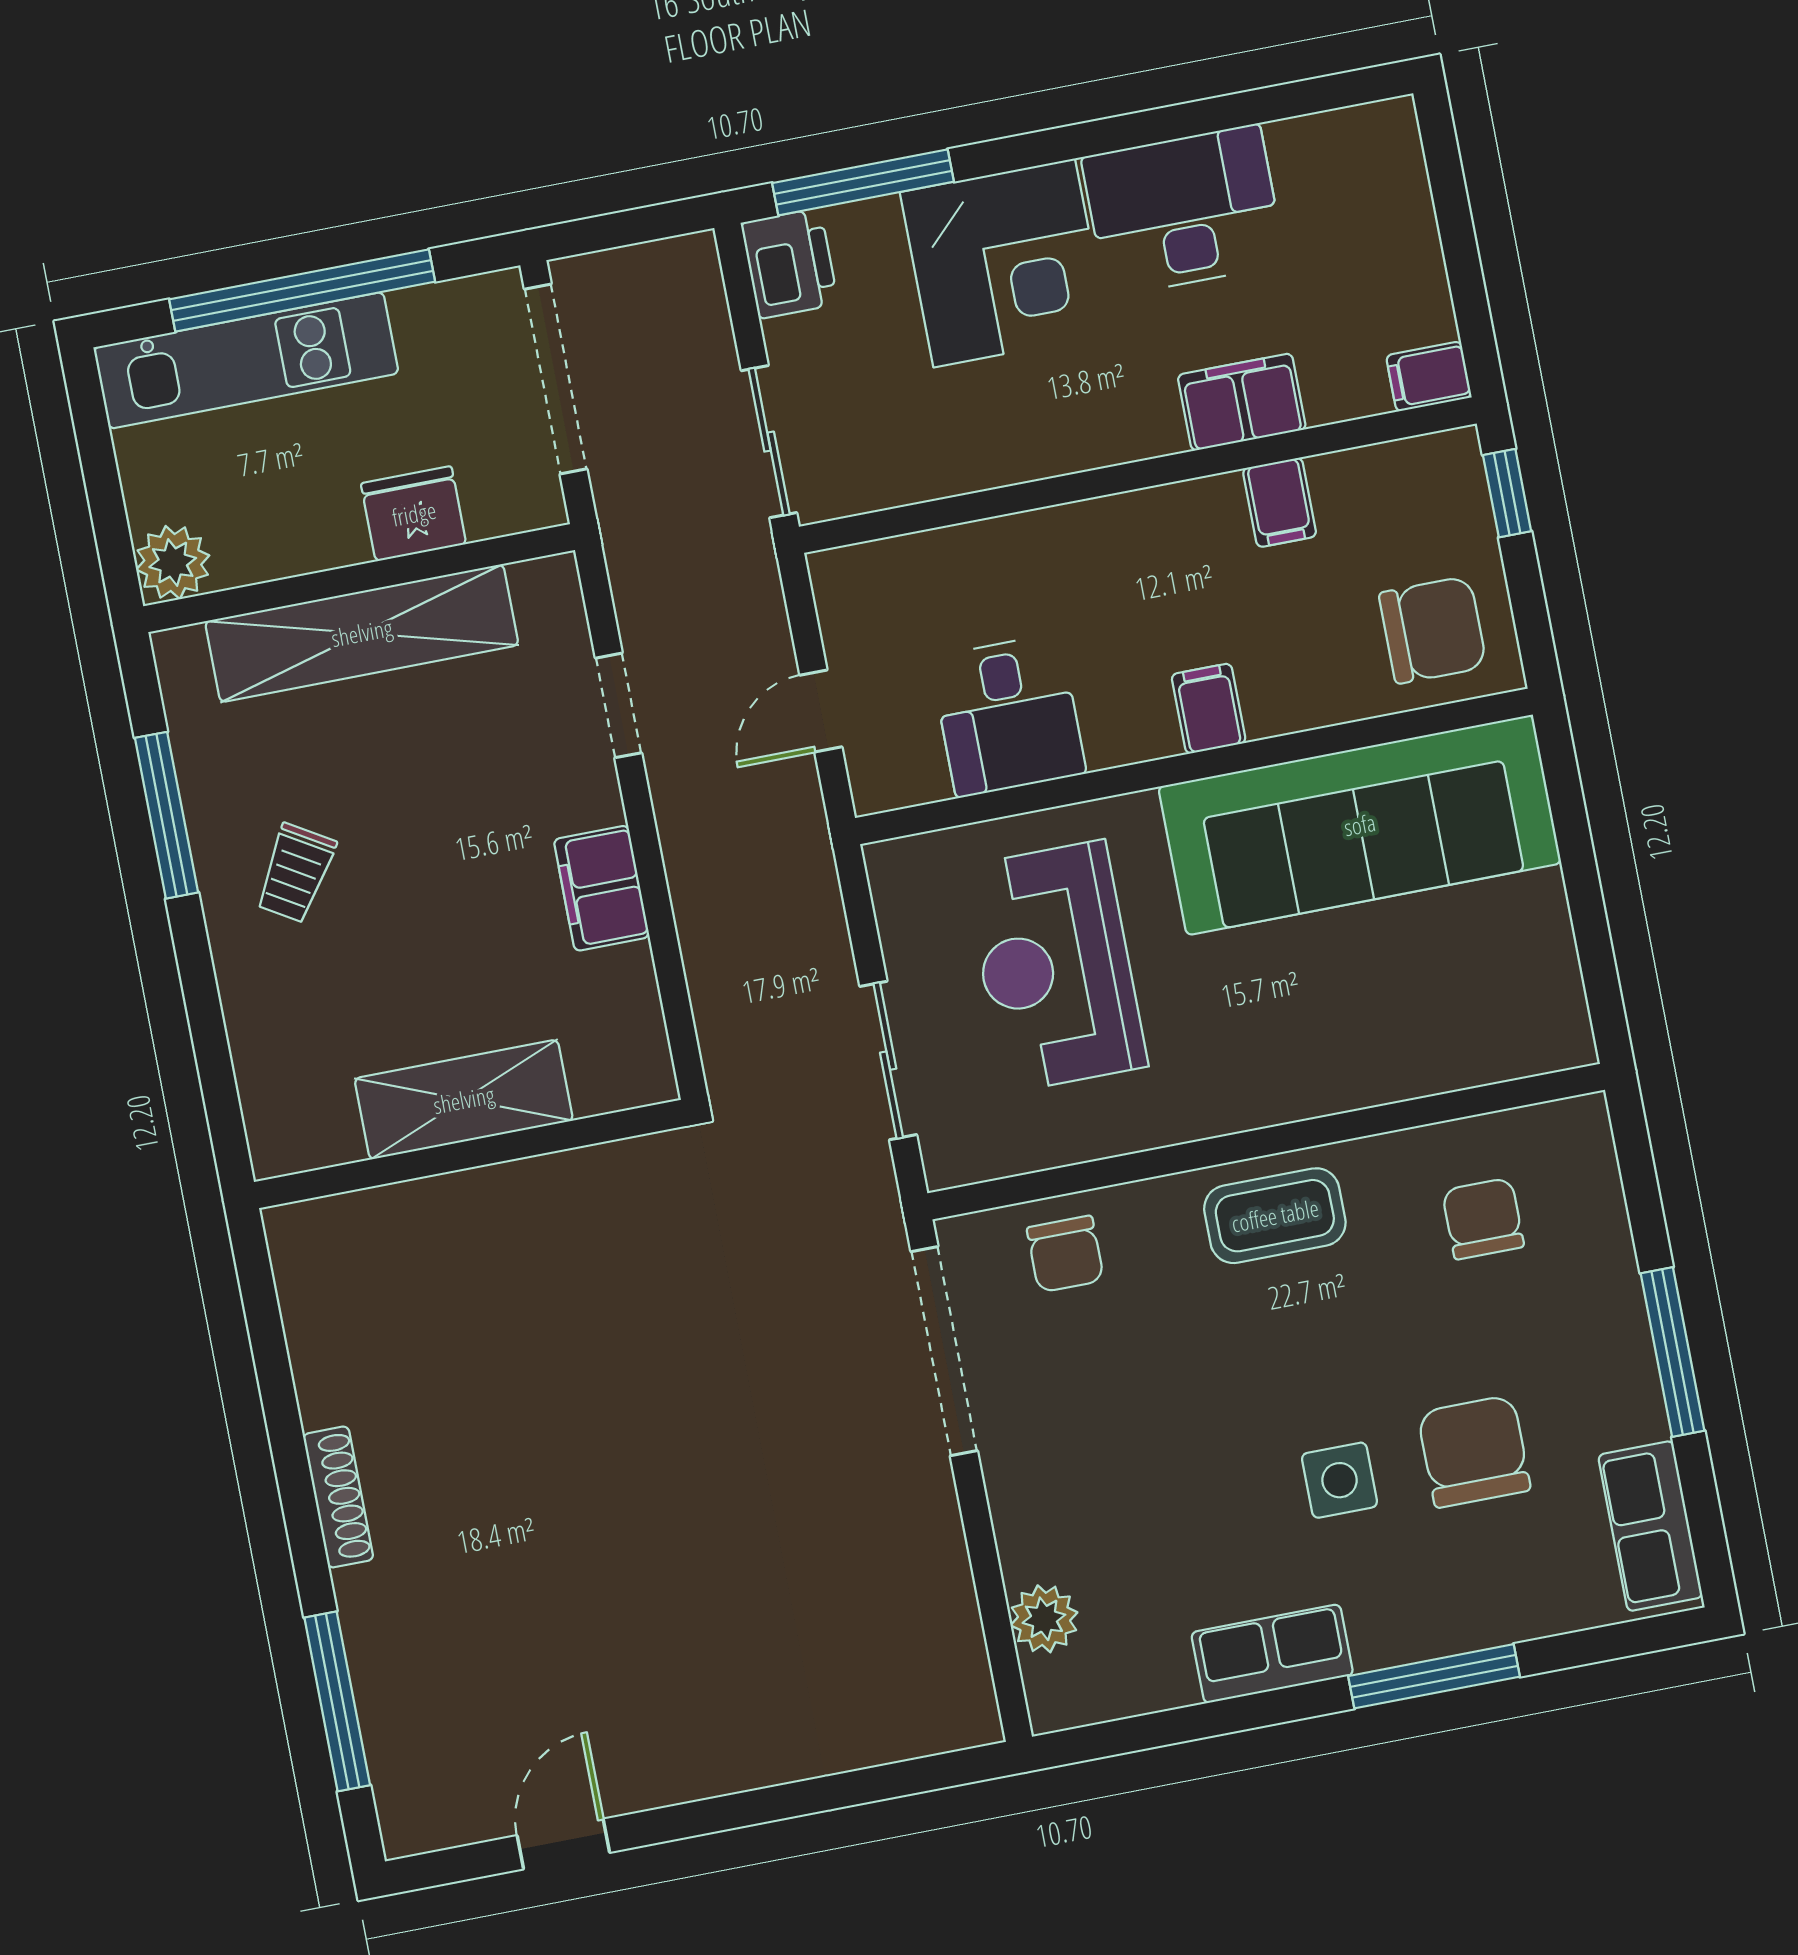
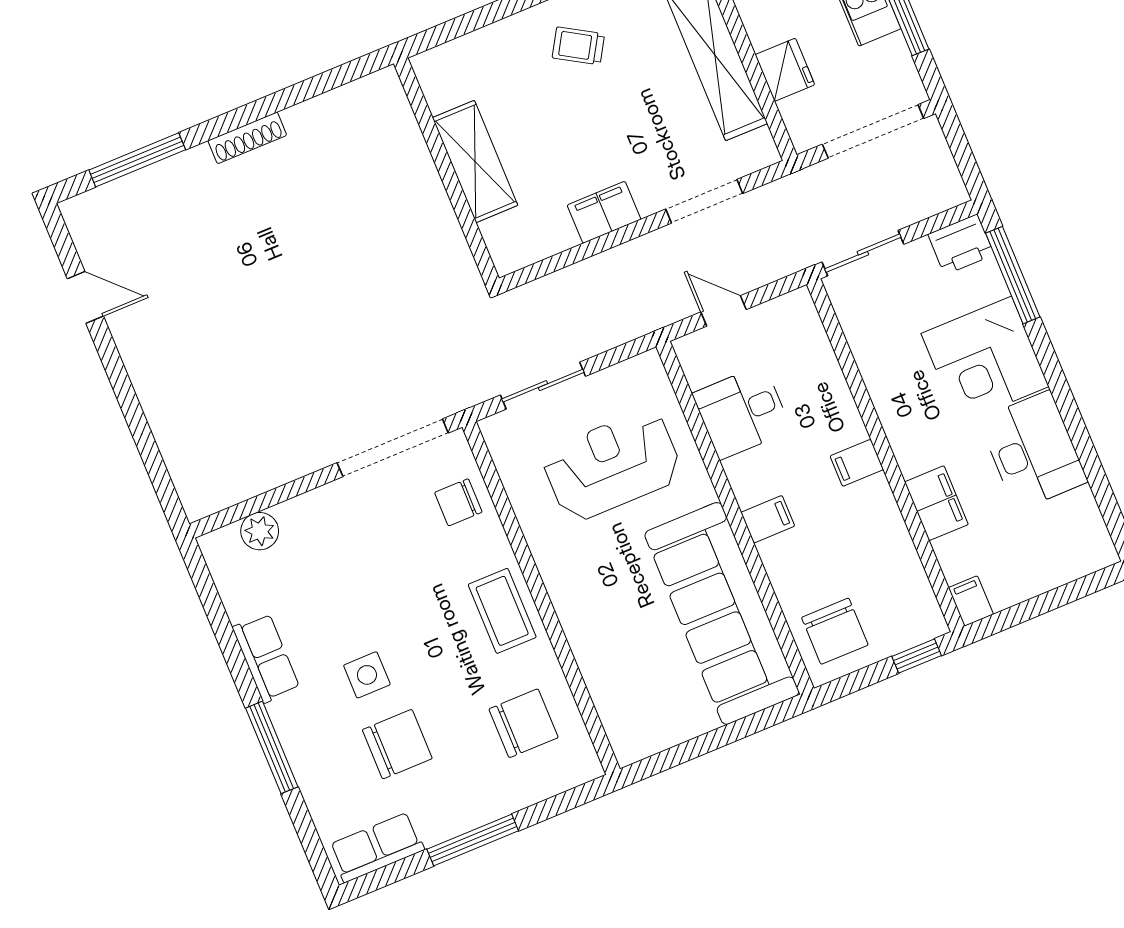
filing cabinet: (1280, 502) -> (857, 463), moved
doorway: (619, 705) -> (704, 201), width x1.38
chair: (1483, 1219) -> (524, 723), width x1.37, depth x1.37

